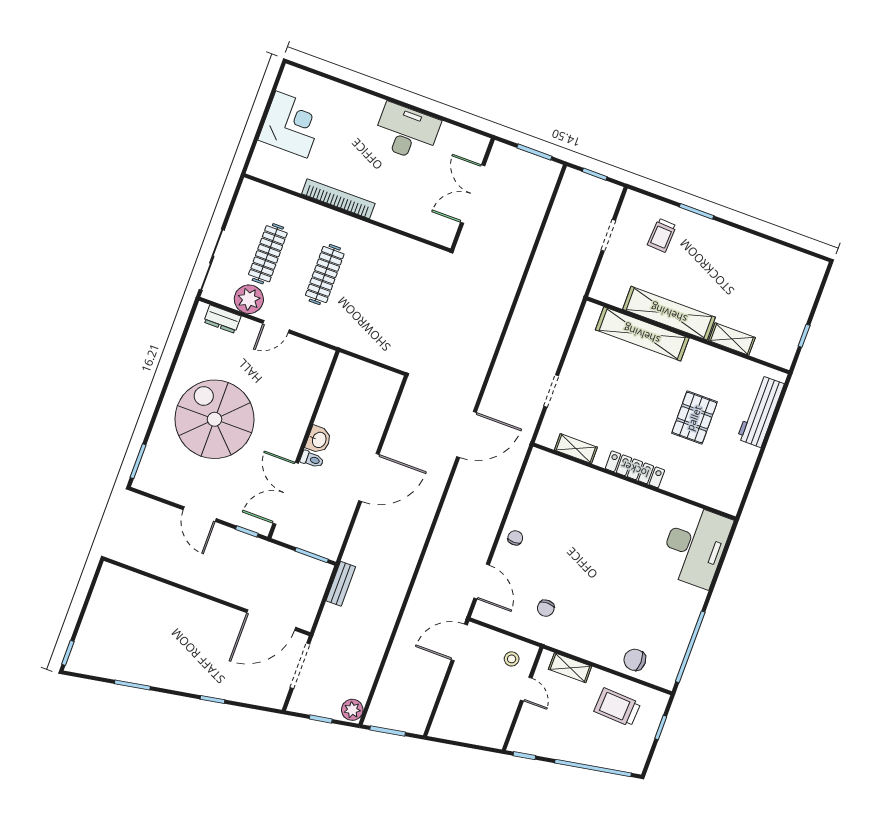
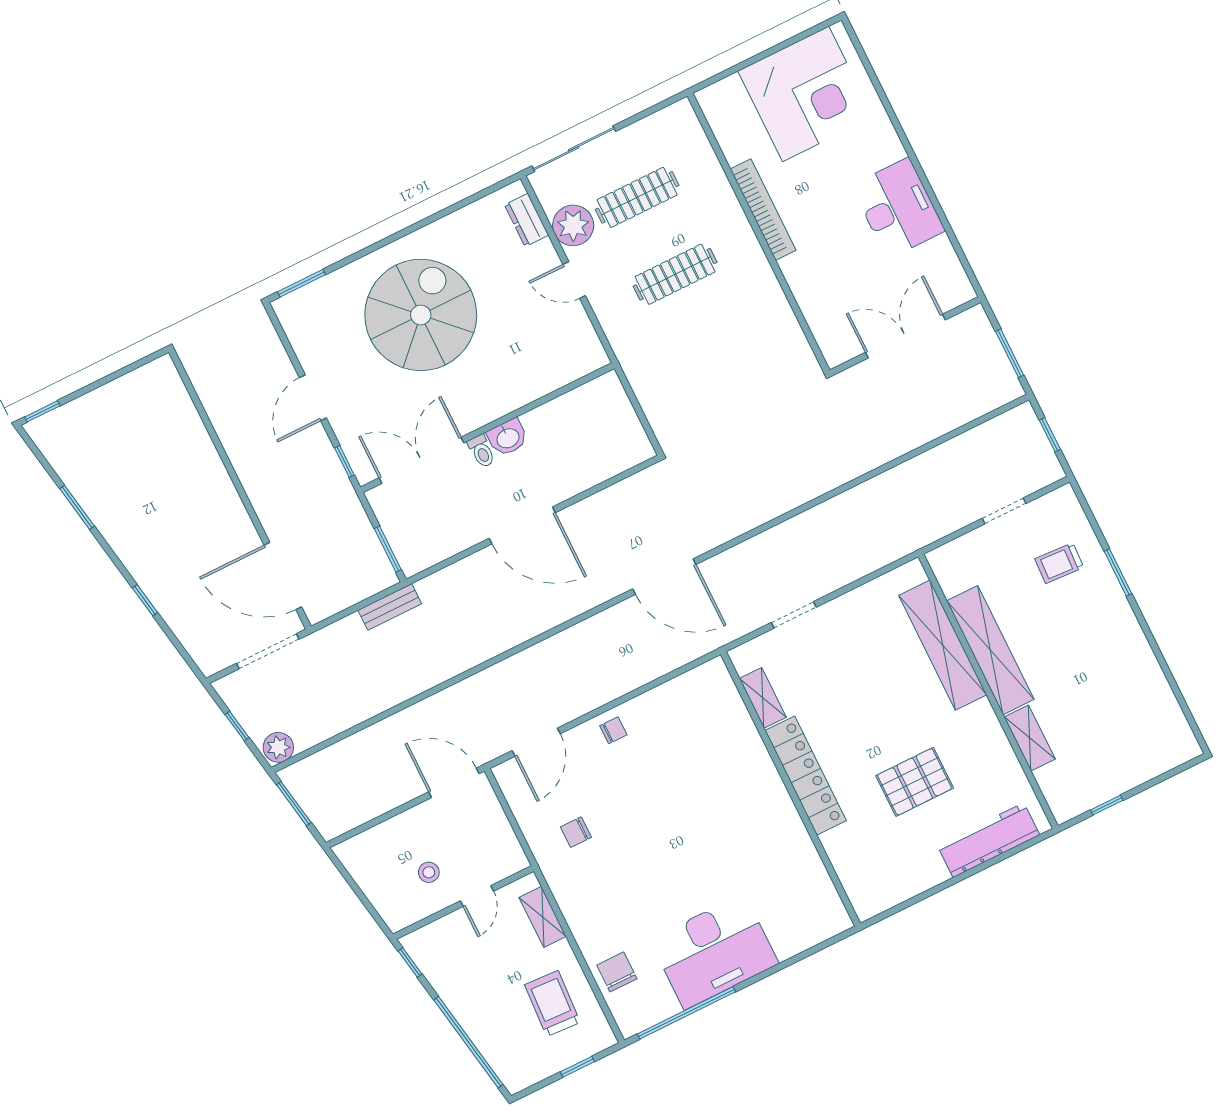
corner desk: (291, 124) -> (806, 94), width x1.36, depth x1.36
locker: (635, 469) -> (806, 776), width x1.41, depth x1.21
desk: (695, 546) -> (714, 952), moved
stool: (512, 659) -> (429, 872), moved

